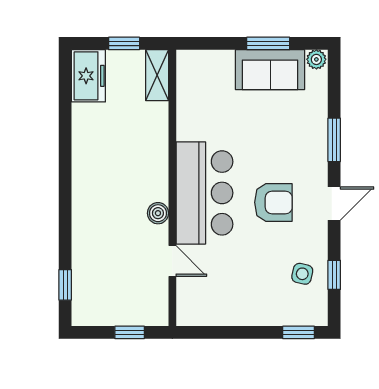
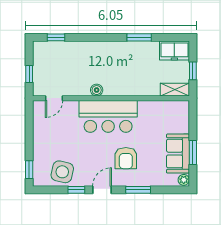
window: (65, 138) -> (139, 37), added
armchair: (273, 202) -> (126, 158), moved
door: (334, 203) -> (102, 190), swing flipped
door: (172, 261) -> (54, 98), moved
side table: (302, 274) -> (62, 172), width x1.87, depth x1.87
window: (334, 275) -> (76, 190), moved

